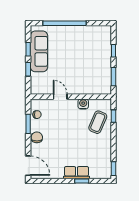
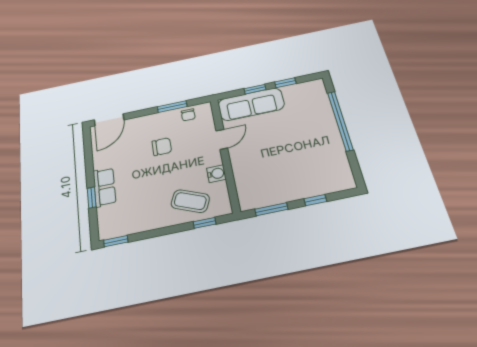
sofa: (39, 51) -> (251, 104), moved
chair: (37, 137) -> (162, 147), moved

